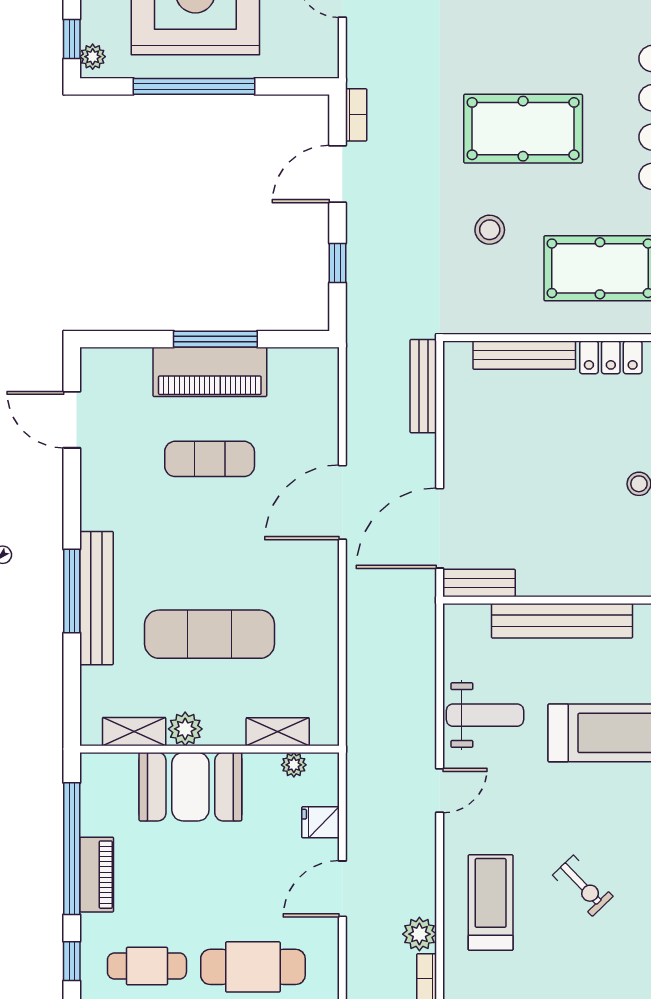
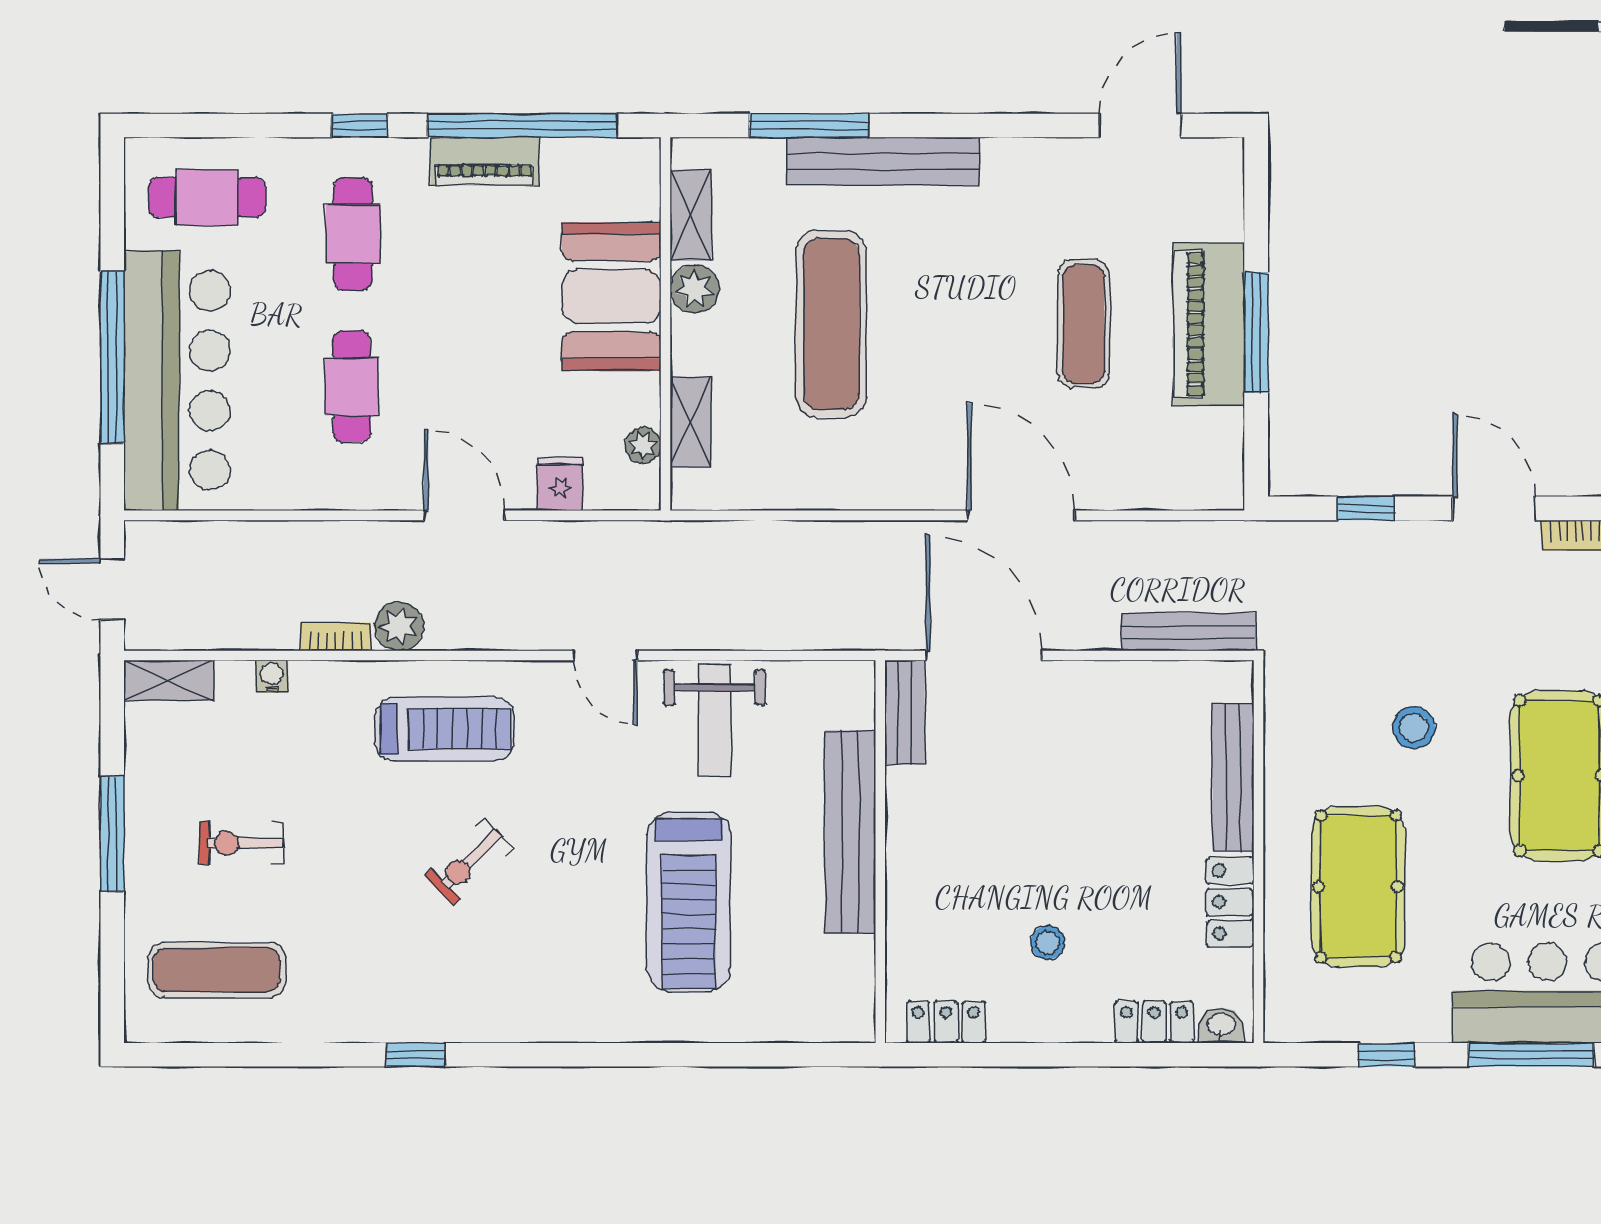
window: (72, 591) -> (809, 126), moved
cafe table: (253, 967) -> (352, 386), width x0.73, depth x0.74

